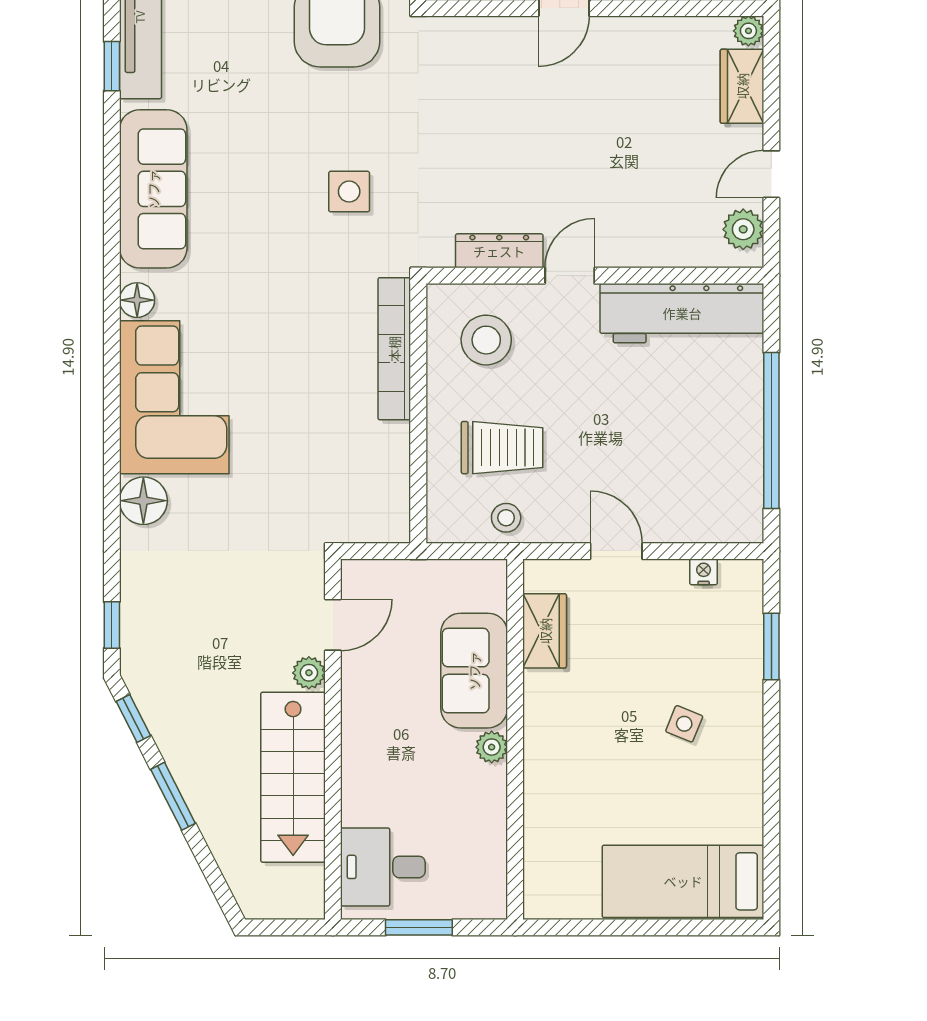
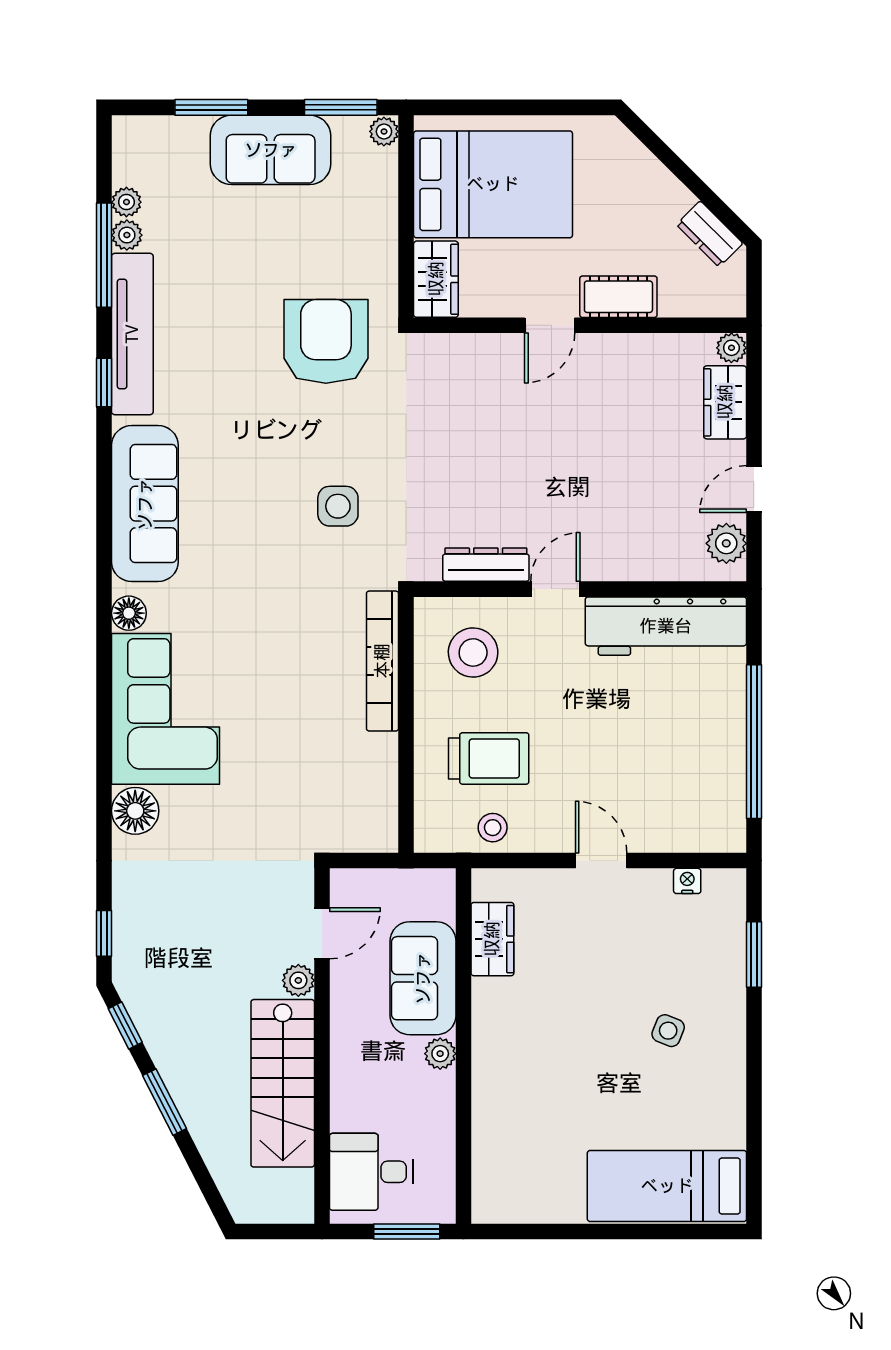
wardrobe: (545, 631) -> (492, 939), moved
sofa: (474, 671) -> (423, 978), moved
wall: (515, 739) -> (463, 1046), moved
plant: (492, 747) -> (440, 1054), moved

